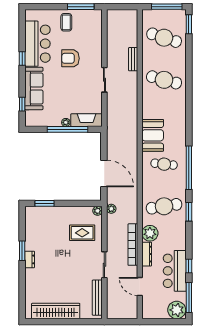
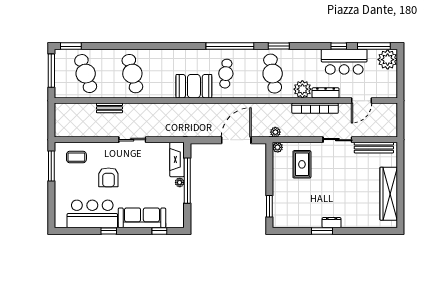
coffee table: (66, 22) -> (76, 157), moved
cafe table: (164, 38) -> (86, 74), turned -36
cafe table: (164, 80) -> (132, 74), turned -30

